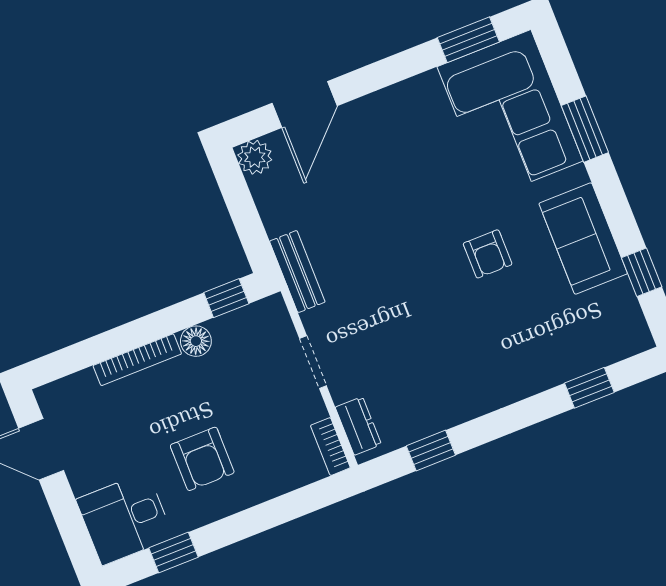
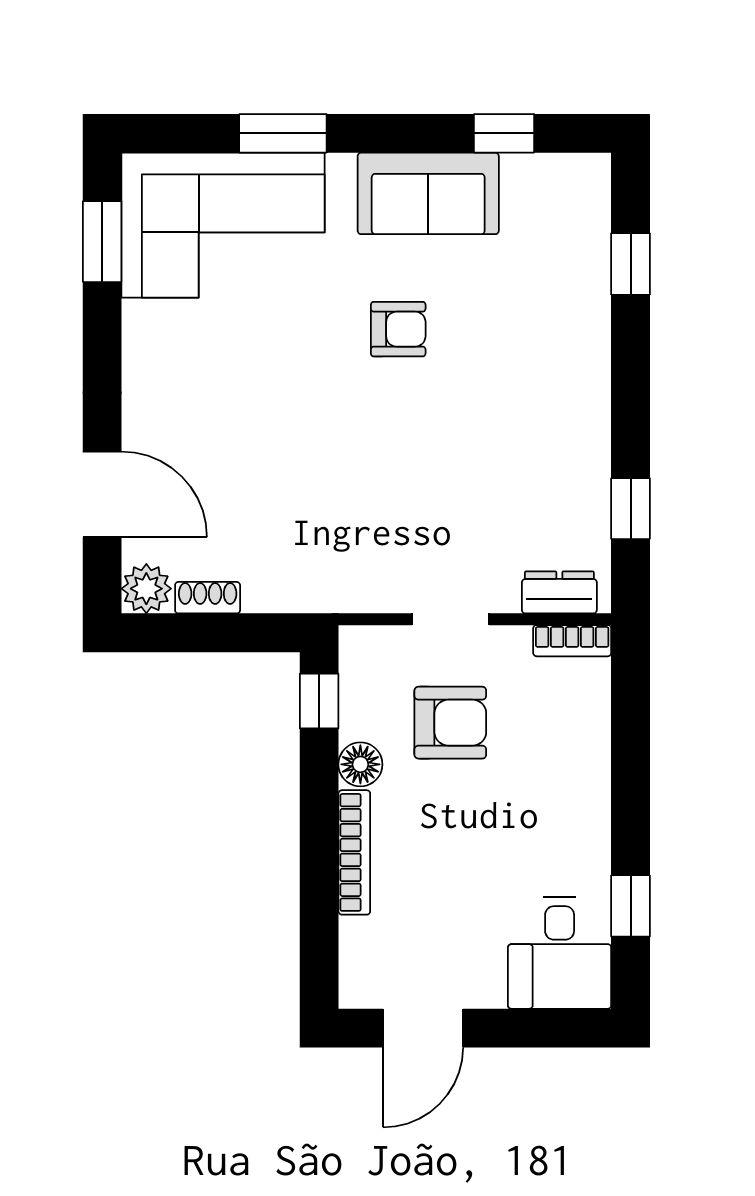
shoe rack: (265, 199) -> (208, 598), added
bench: (297, 272) -> (321, 592), removed
armchair: (202, 459) -> (450, 723), moved

